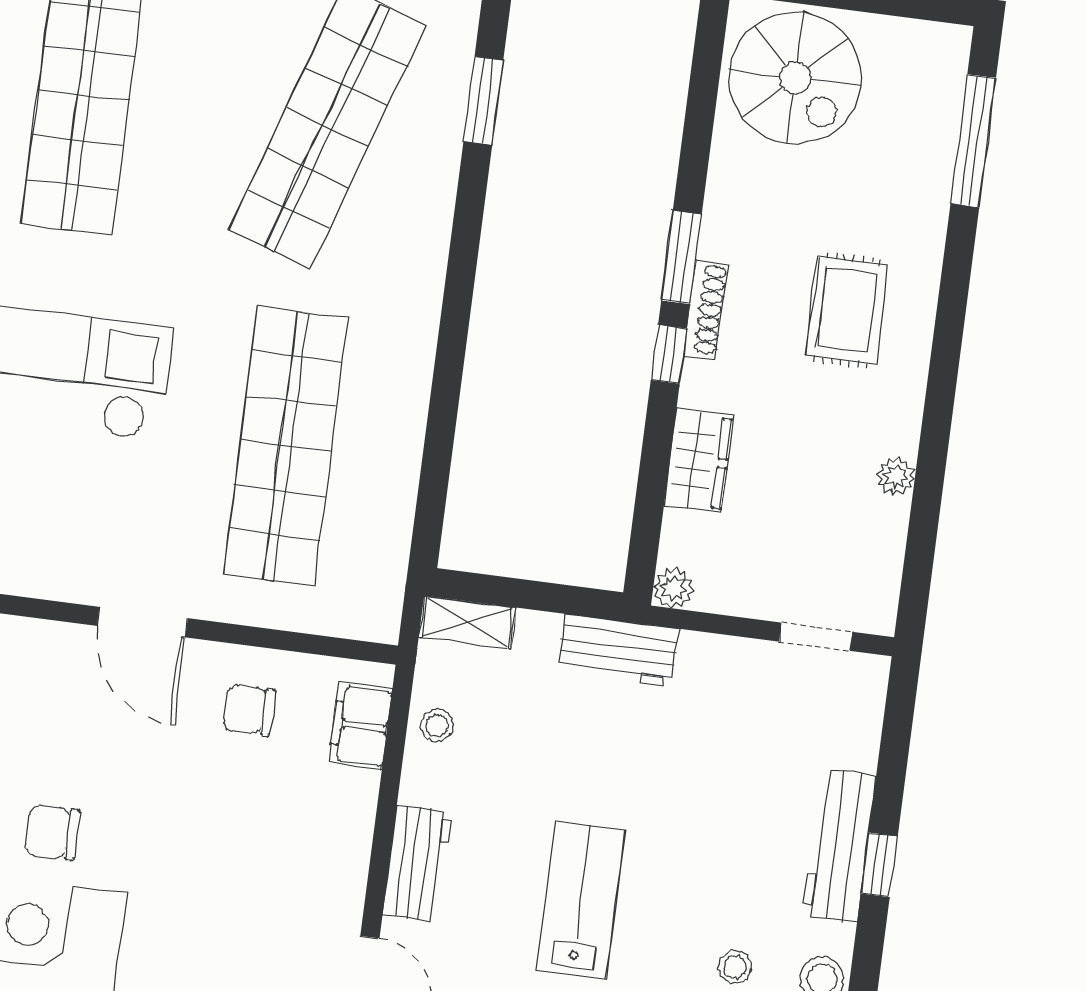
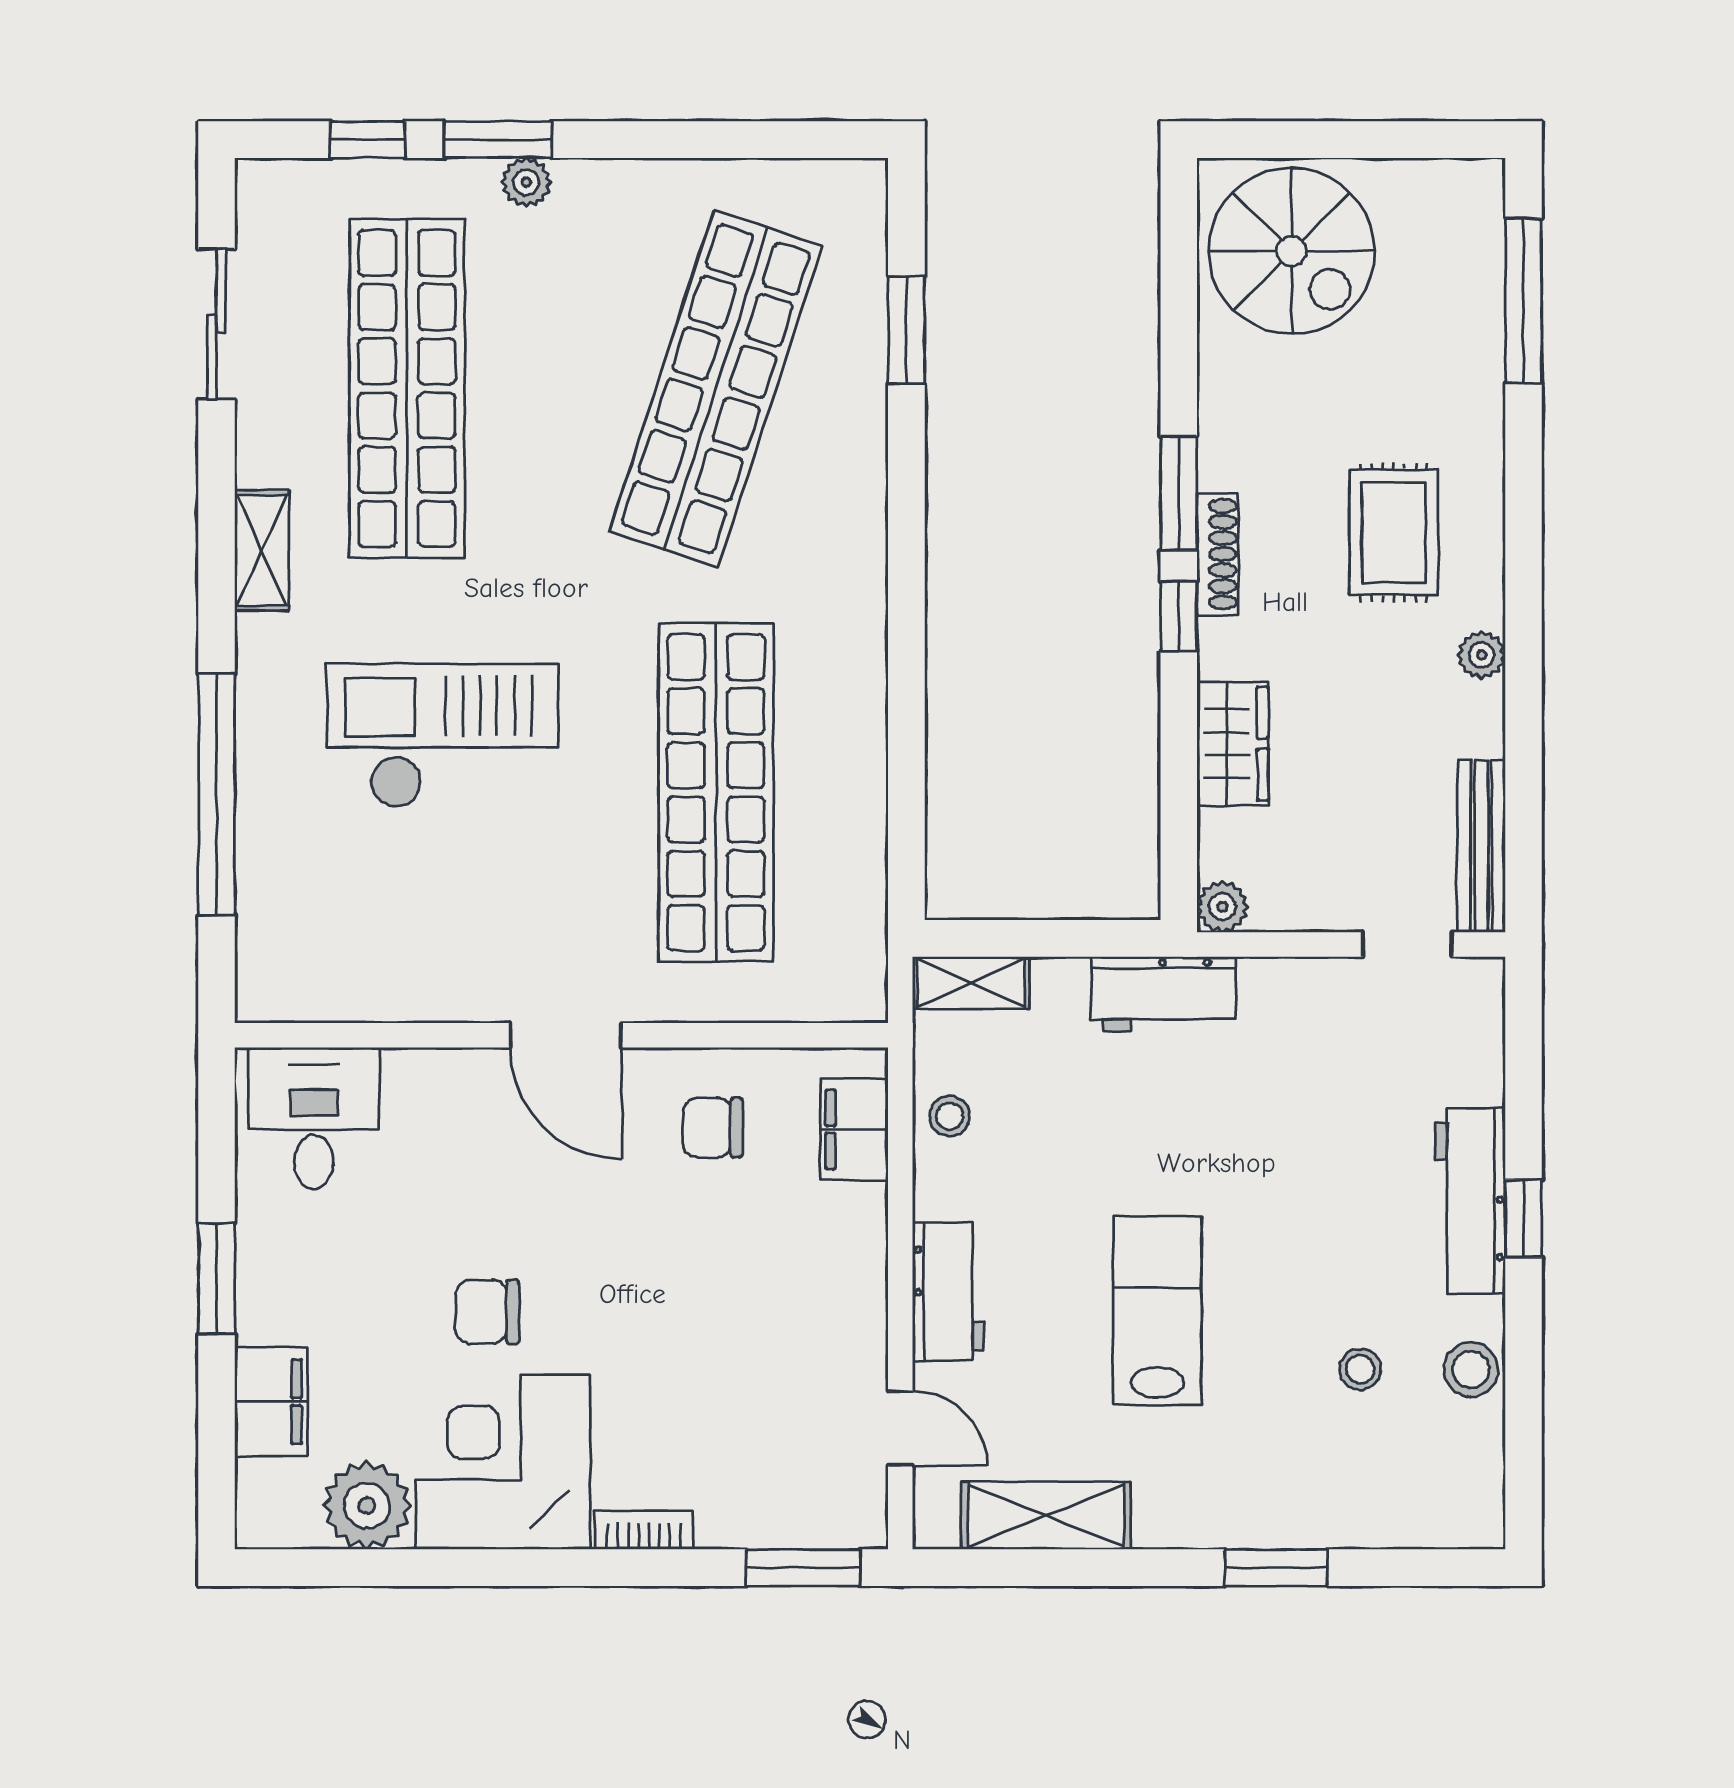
plant: (896, 477) -> (1482, 655), moved
bench: (884, 567) -> (1481, 846), added

